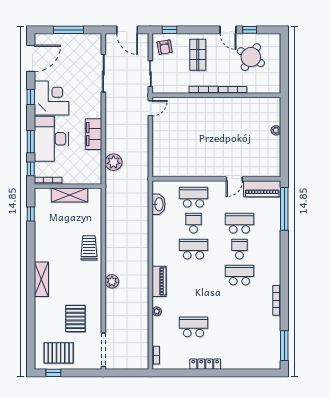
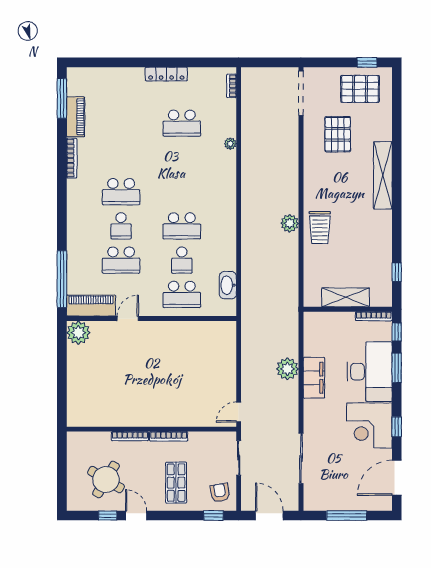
plant: (276, 130) -> (78, 333), moved, width x1.88, depth x1.88
plant: (113, 162) -> (287, 369), moved
shelving: (41, 279) -> (383, 175), width x1.47
plant: (112, 281) -> (290, 223), moved
piano: (159, 281) -> (76, 117), moved, turned 180

